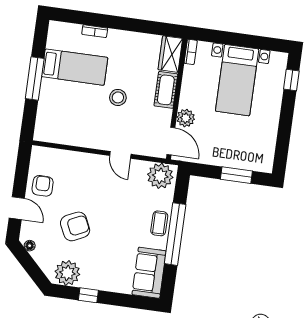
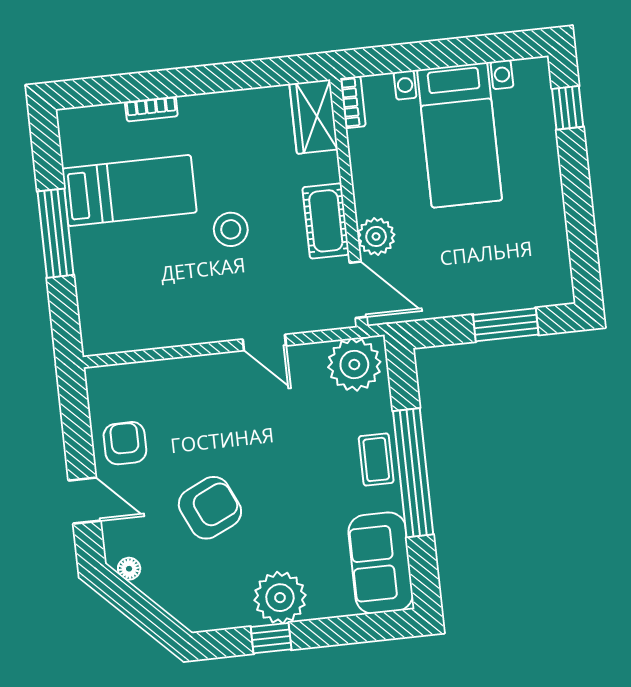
cot: (166, 90) -> (326, 221), moved
plant: (67, 273) -> (280, 598), moved

